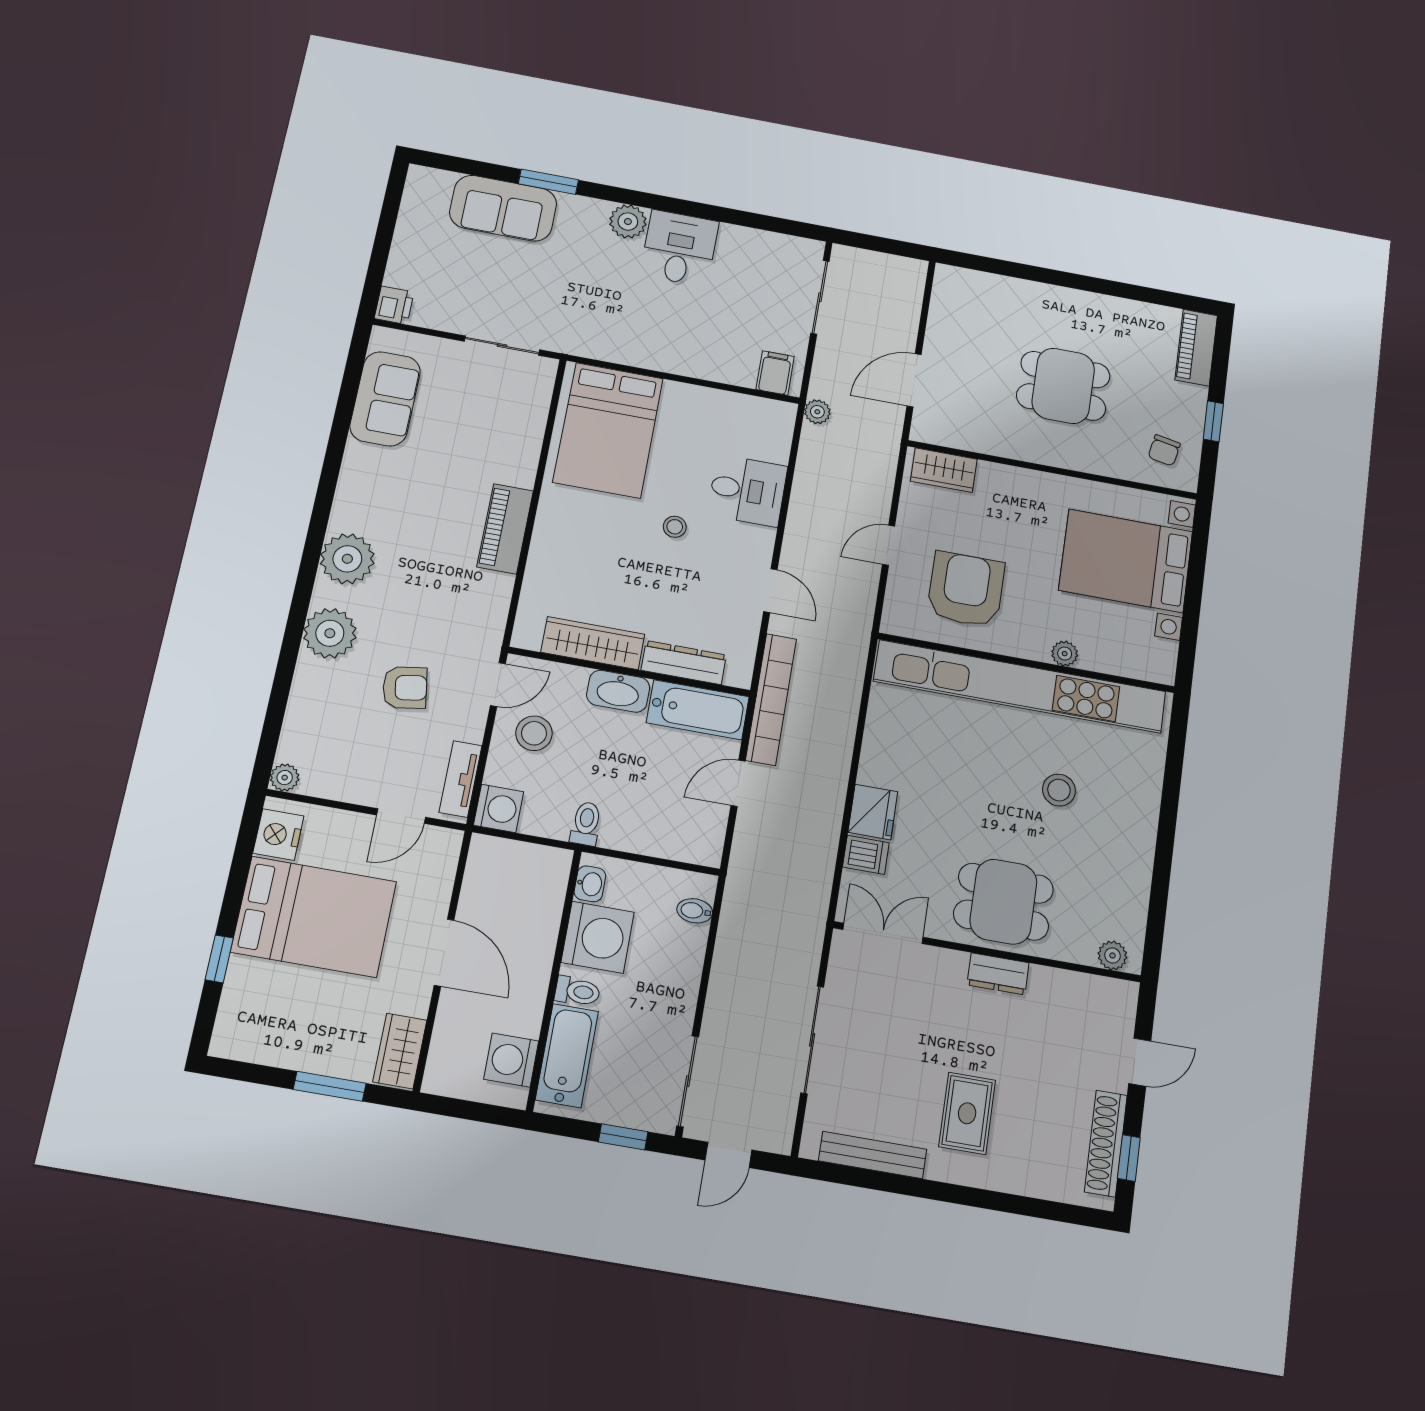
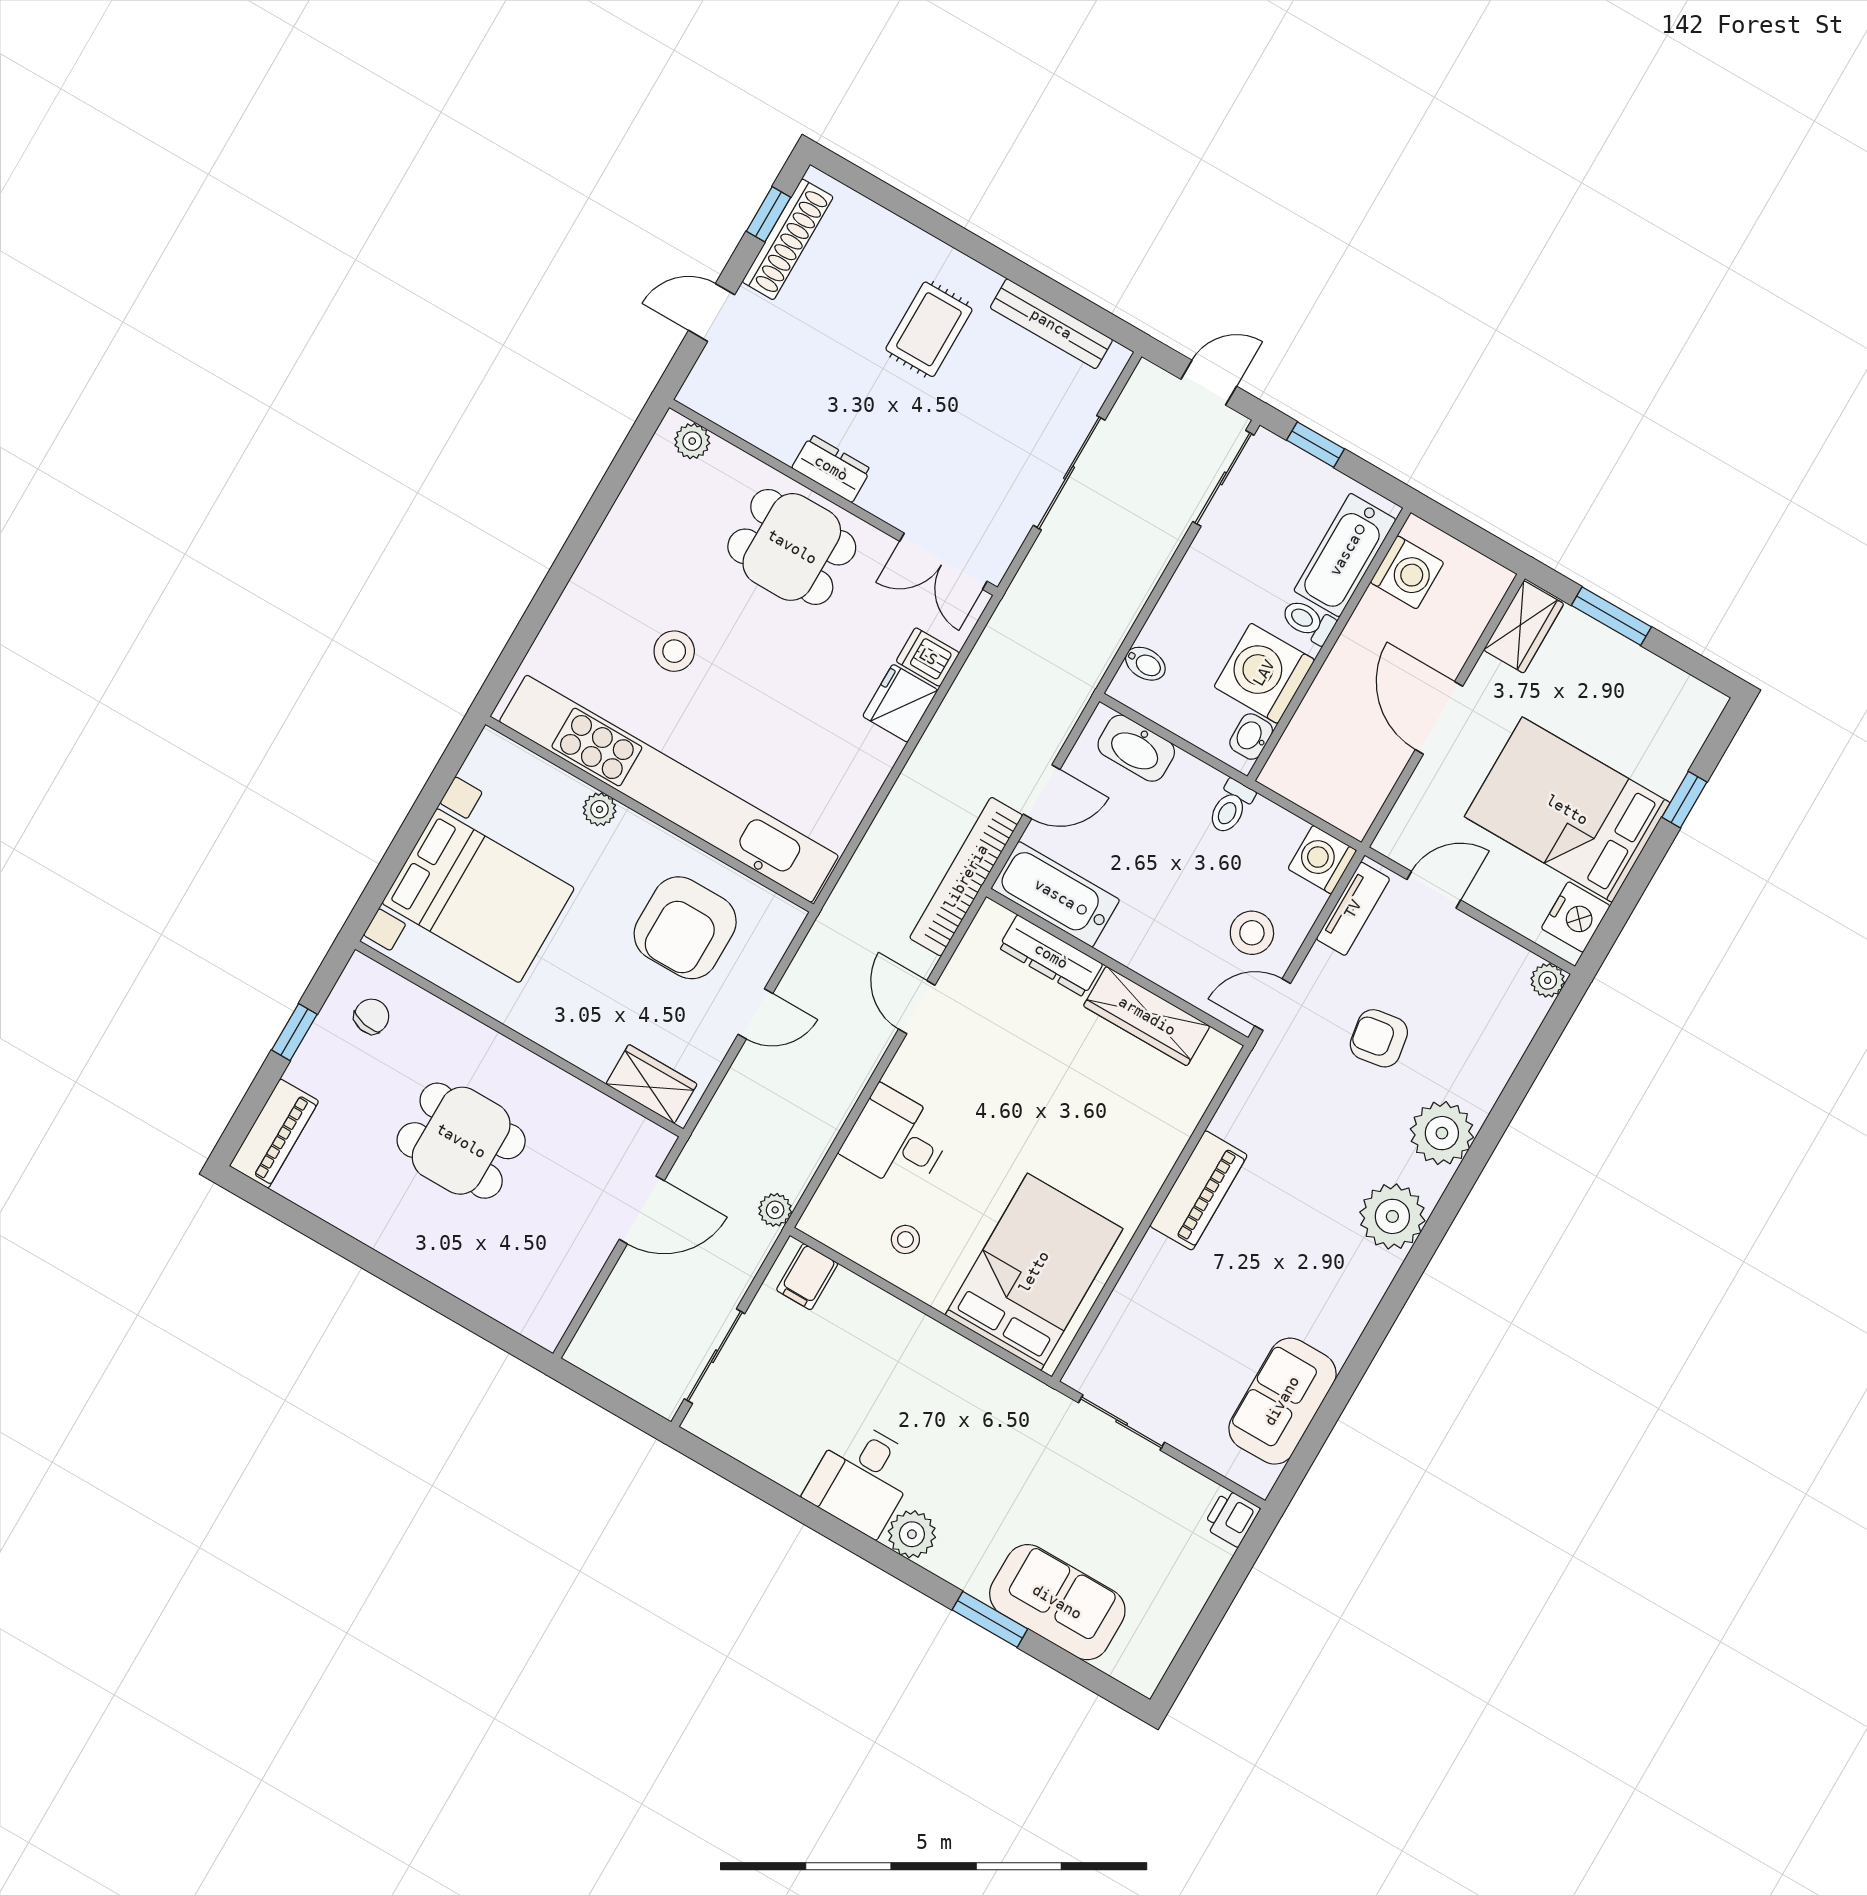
stool: (675, 527) -> (905, 1239), moved
washbasin: (618, 691) -> (1136, 748), moved, turned 180

